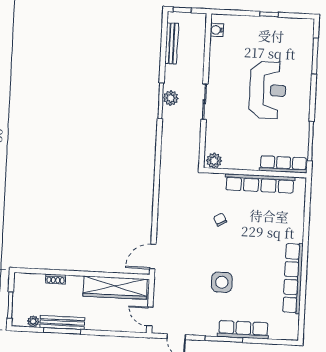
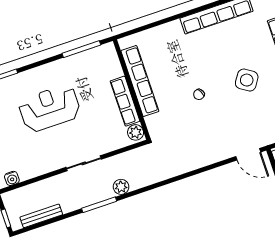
plant: (171, 98) -> (121, 187), moved
row of seats: (283, 164) -> (125, 101), moved
chair: (220, 220) -> (199, 94), moved
side table: (222, 282) -> (247, 80), turned 33

